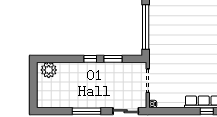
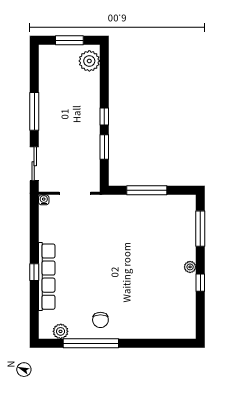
window: (146, 27) -> (147, 190), width x0.68
window: (33, 85) -> (69, 40), added

